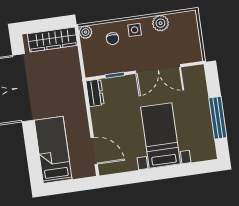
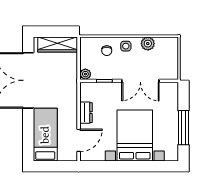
plant: (85, 32) -> (85, 74), moved
dresser: (95, 93) -> (86, 113), moved
bed with nightstands: (161, 135) -> (135, 135), width x1.36
door: (94, 151) -> (79, 140), hinge flipped

